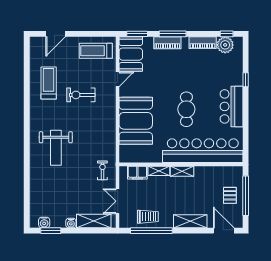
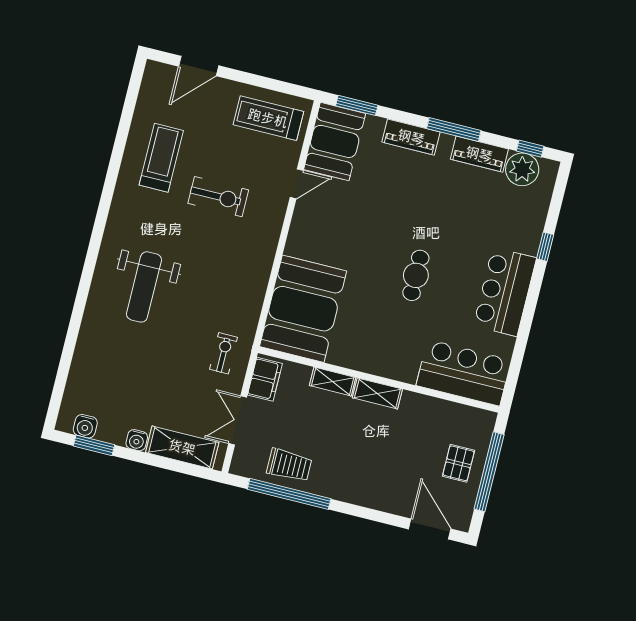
window: (173, 34) -> (454, 130), moved
exercise bike: (81, 95) -> (218, 197), turned 180
cafe table: (186, 109) -> (416, 275), width x0.73, depth x0.74
booth: (136, 121) -> (303, 309), moved
bar counter: (203, 151) -> (464, 373), width x0.54
filing cabinet: (137, 173) -> (265, 379), moved, turned -90
shelving: (190, 221) -> (369, 495), removed

